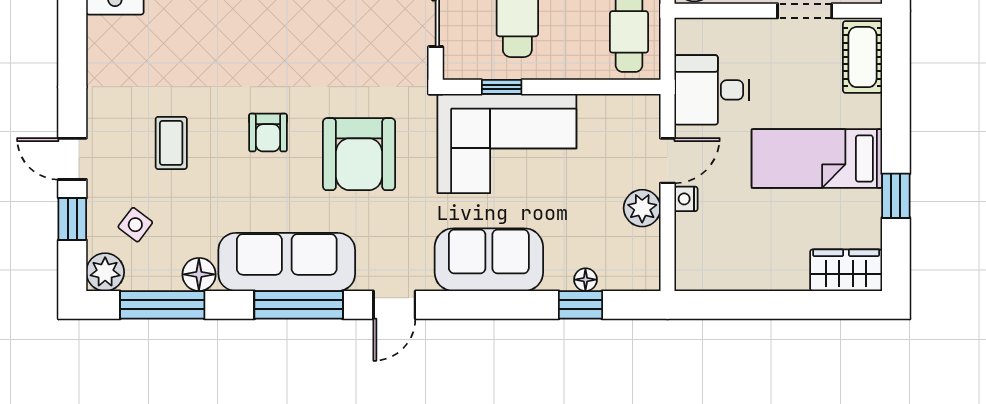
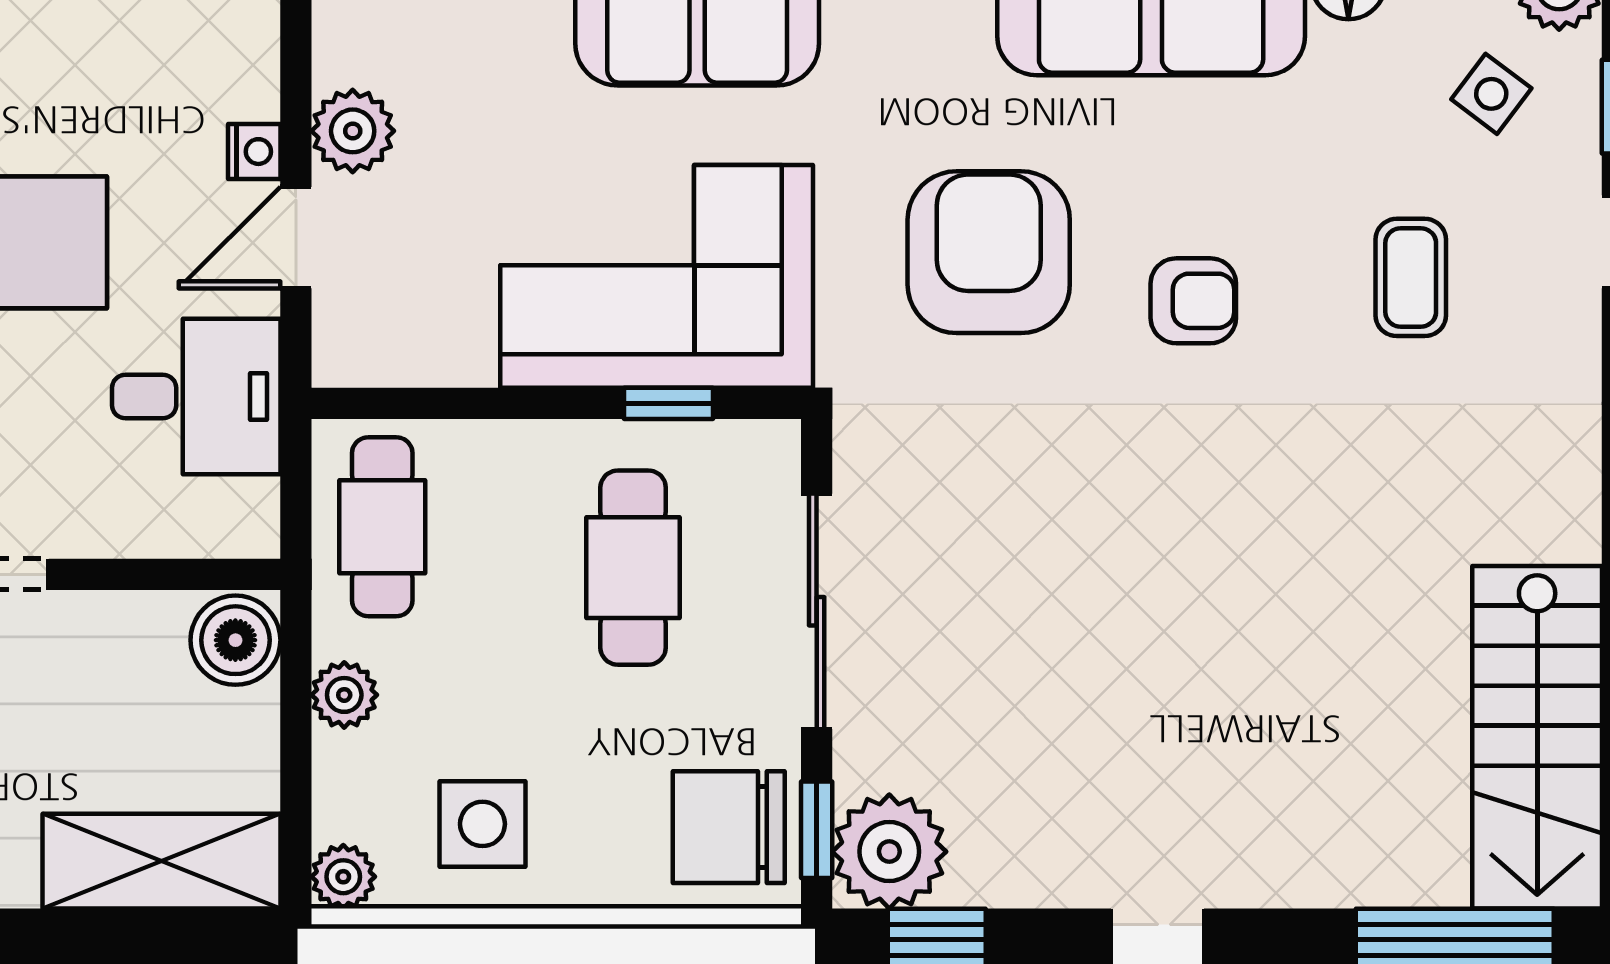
armchair: (268, 133) -> (1193, 301), turned 90

